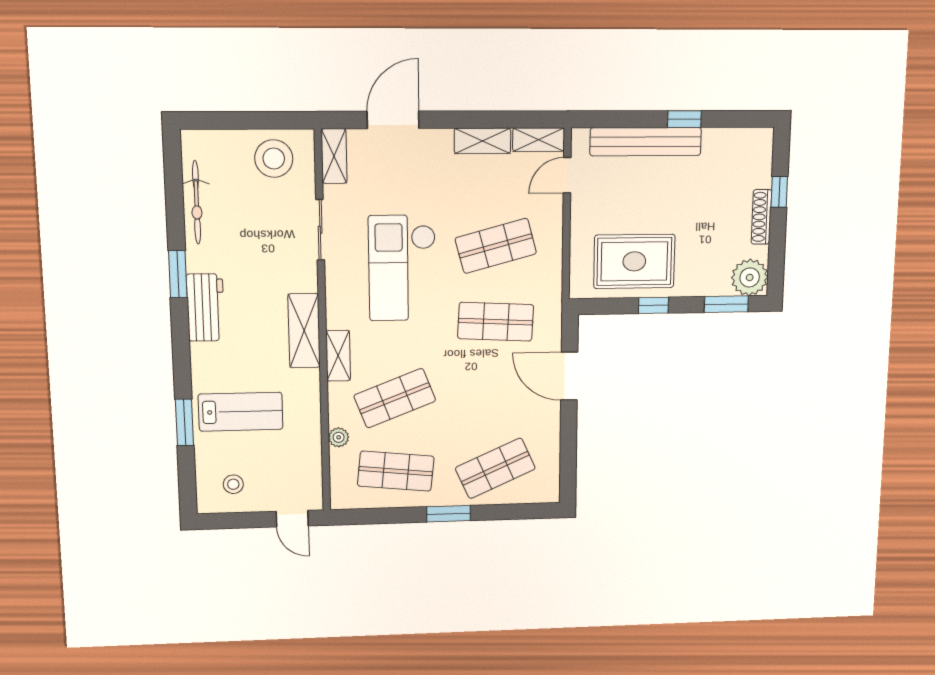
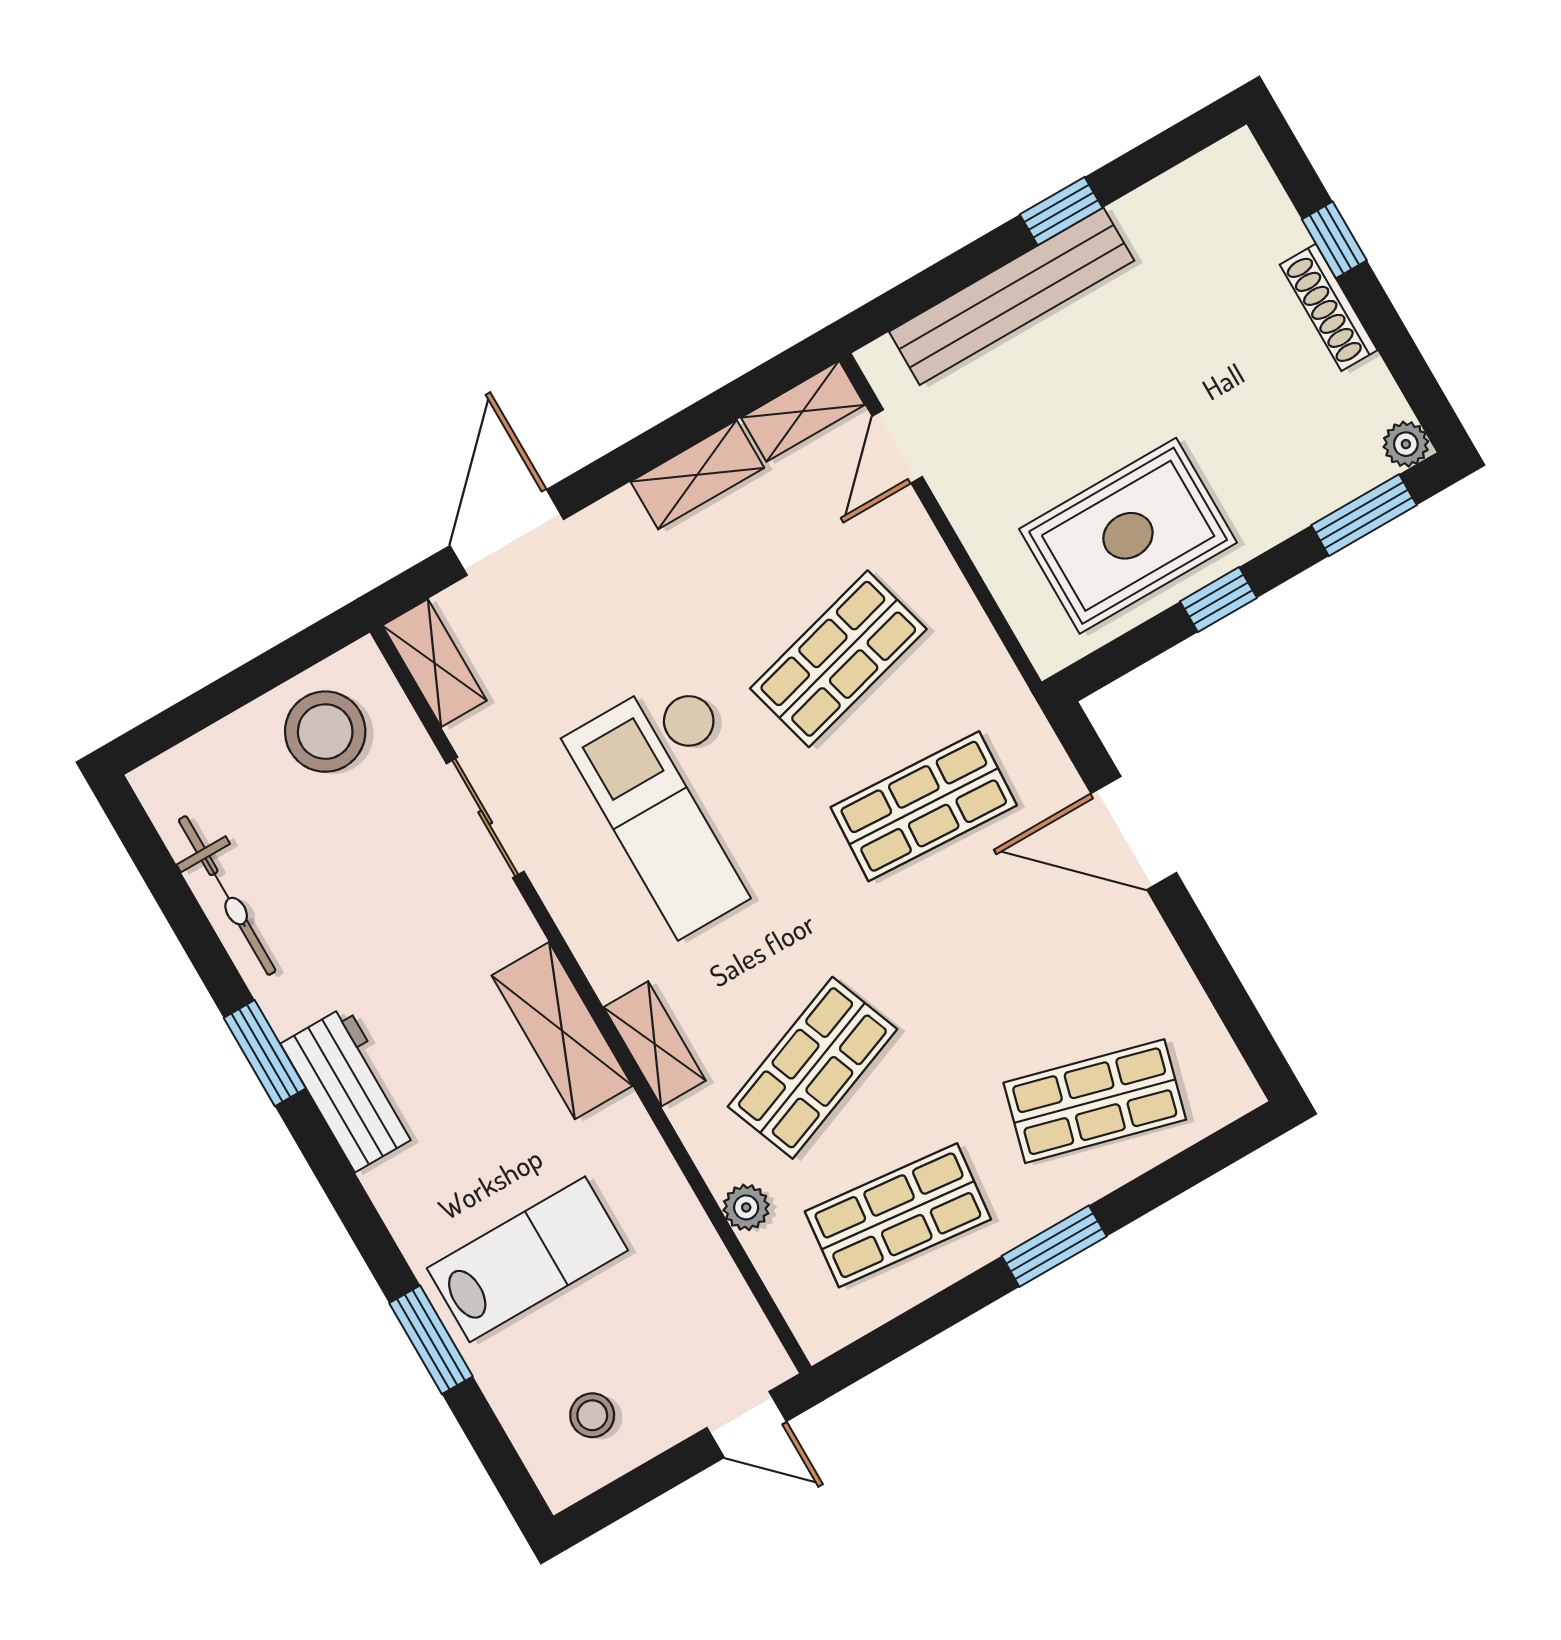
plant: (750, 277) -> (1406, 444), width x0.53, depth x0.53
shop shelf: (495, 468) -> (1095, 1101), turned 39

